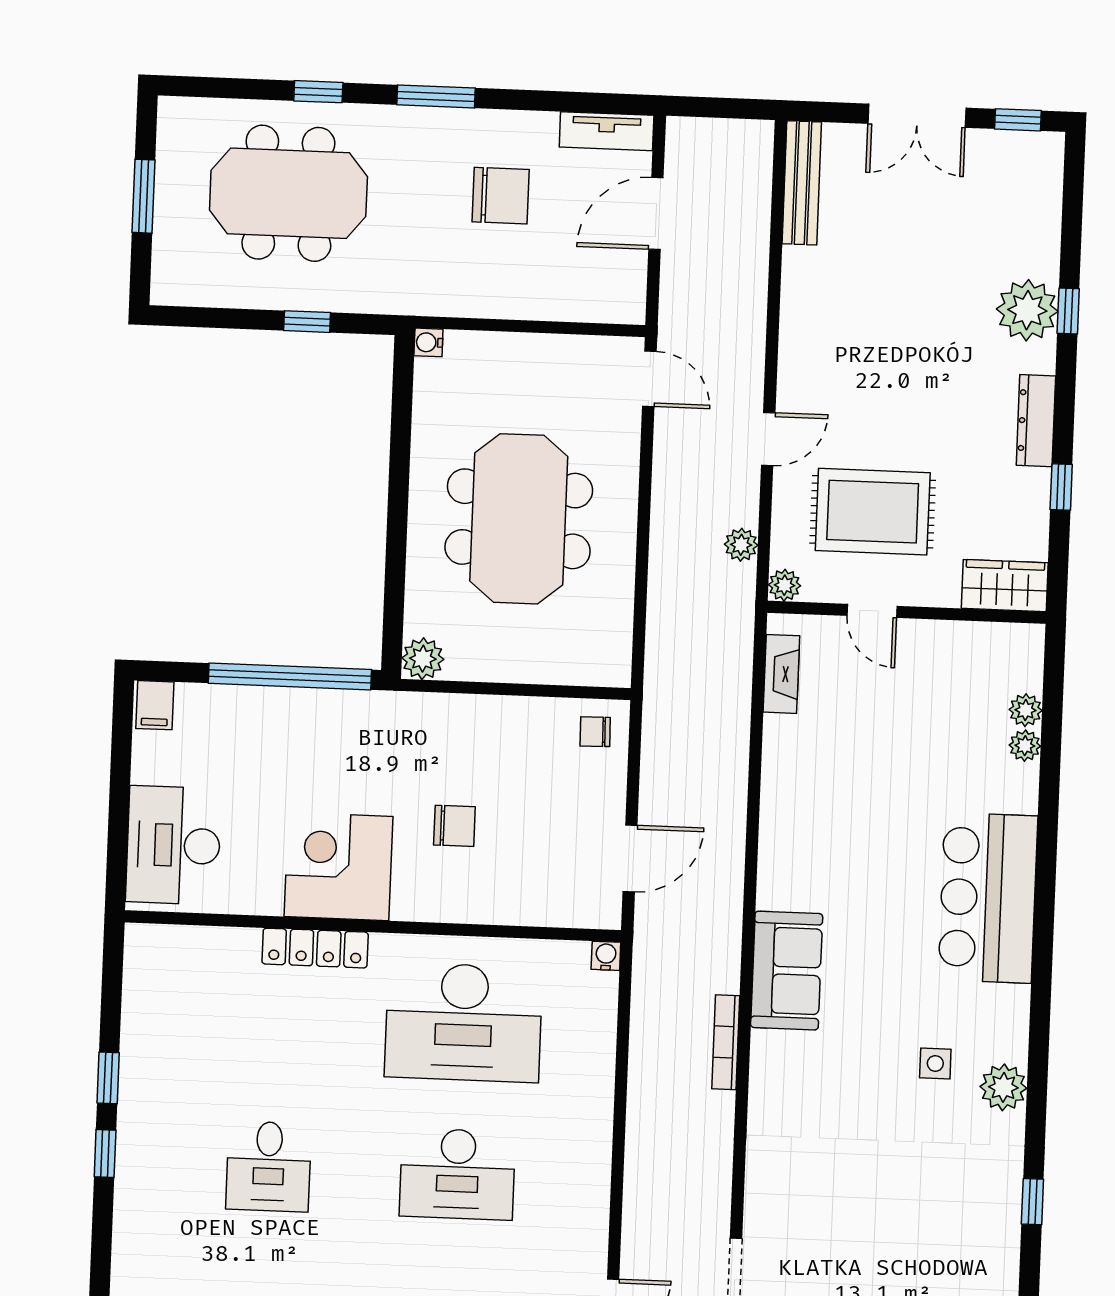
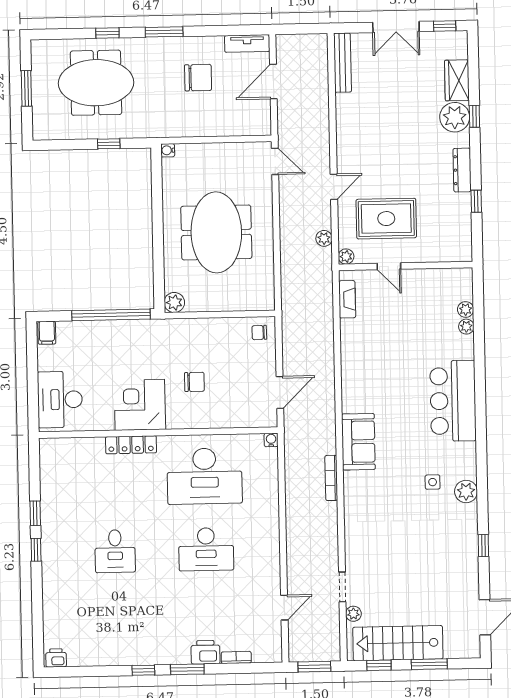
wardrobe: (1005, 586) -> (457, 80), moved, turned -90

